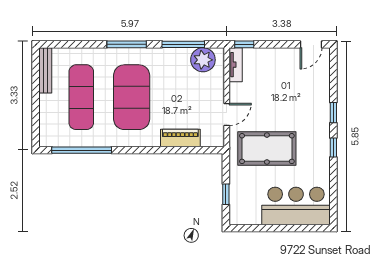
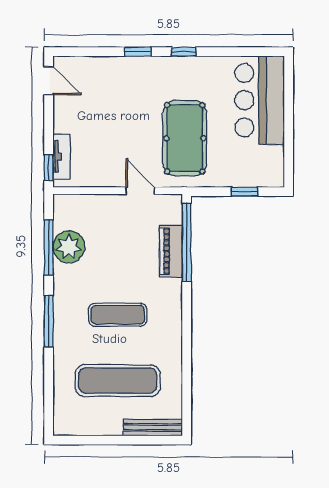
plant: (203, 60) -> (69, 247), moved
tv unit: (236, 65) -> (61, 156), moved, turned 90
bench: (45, 70) -> (153, 428), moved
exercise mat: (132, 97) -> (118, 315), width x0.50, depth x0.69
window: (82, 150) -> (187, 242), moved

